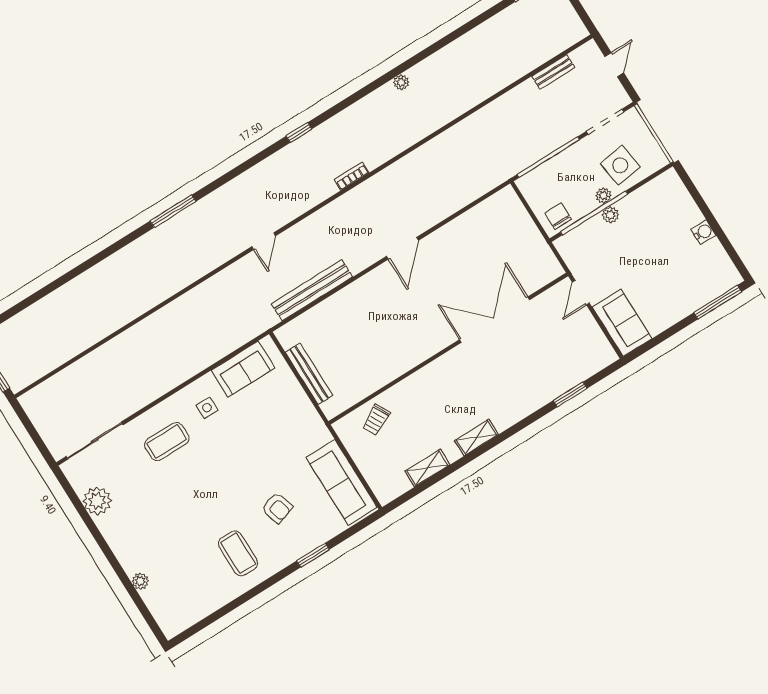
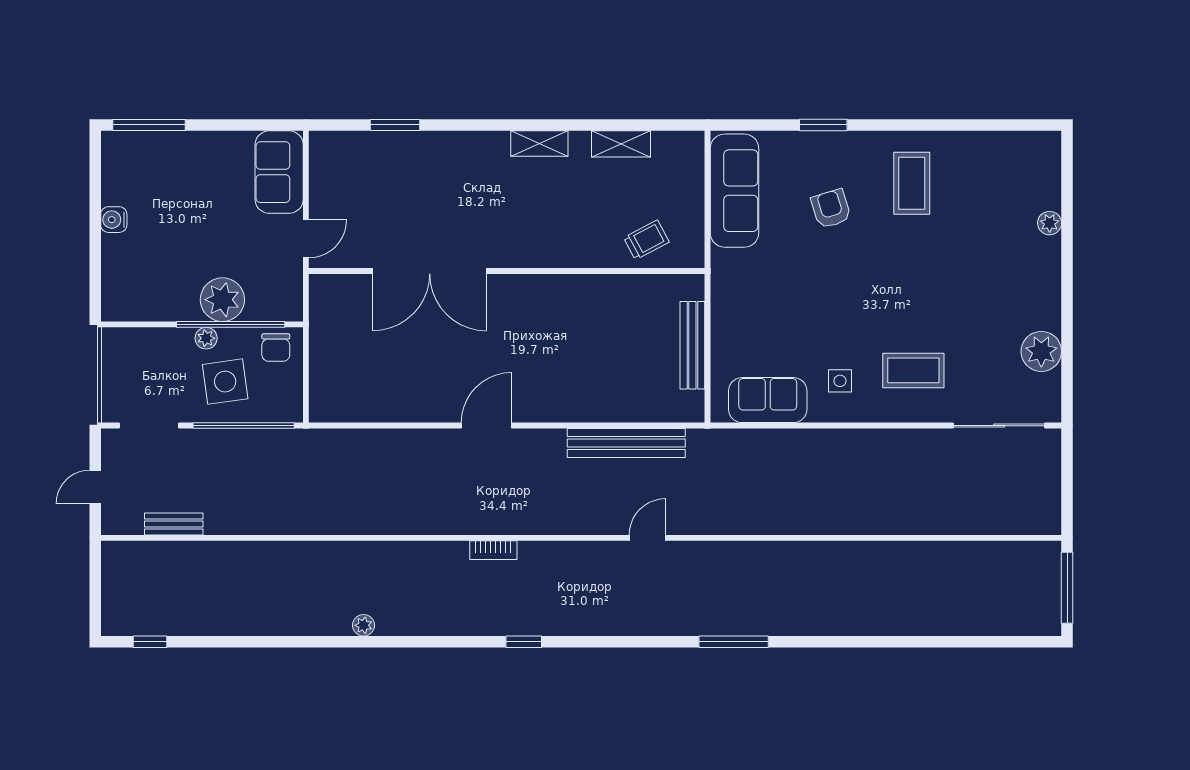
side table: (620, 165) -> (225, 382), moved
plant: (610, 215) -> (222, 300), width x1.88, depth x1.88

